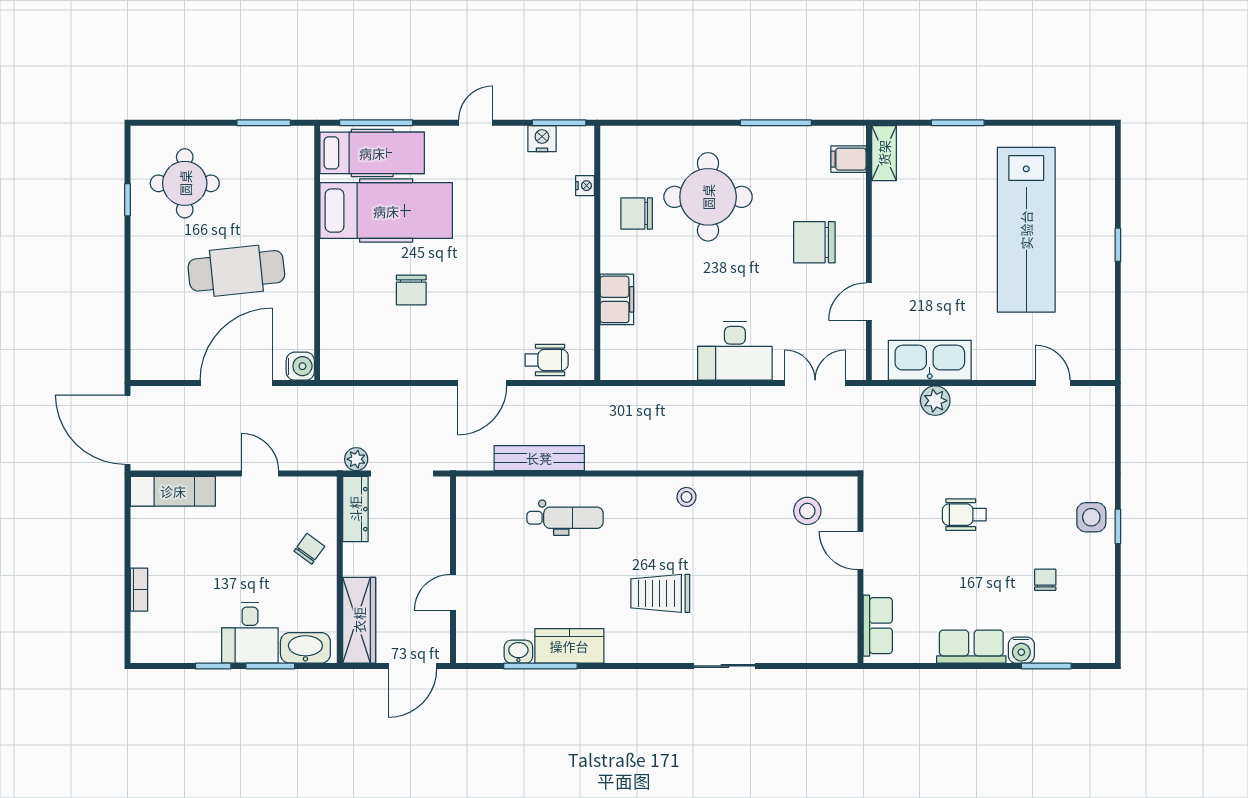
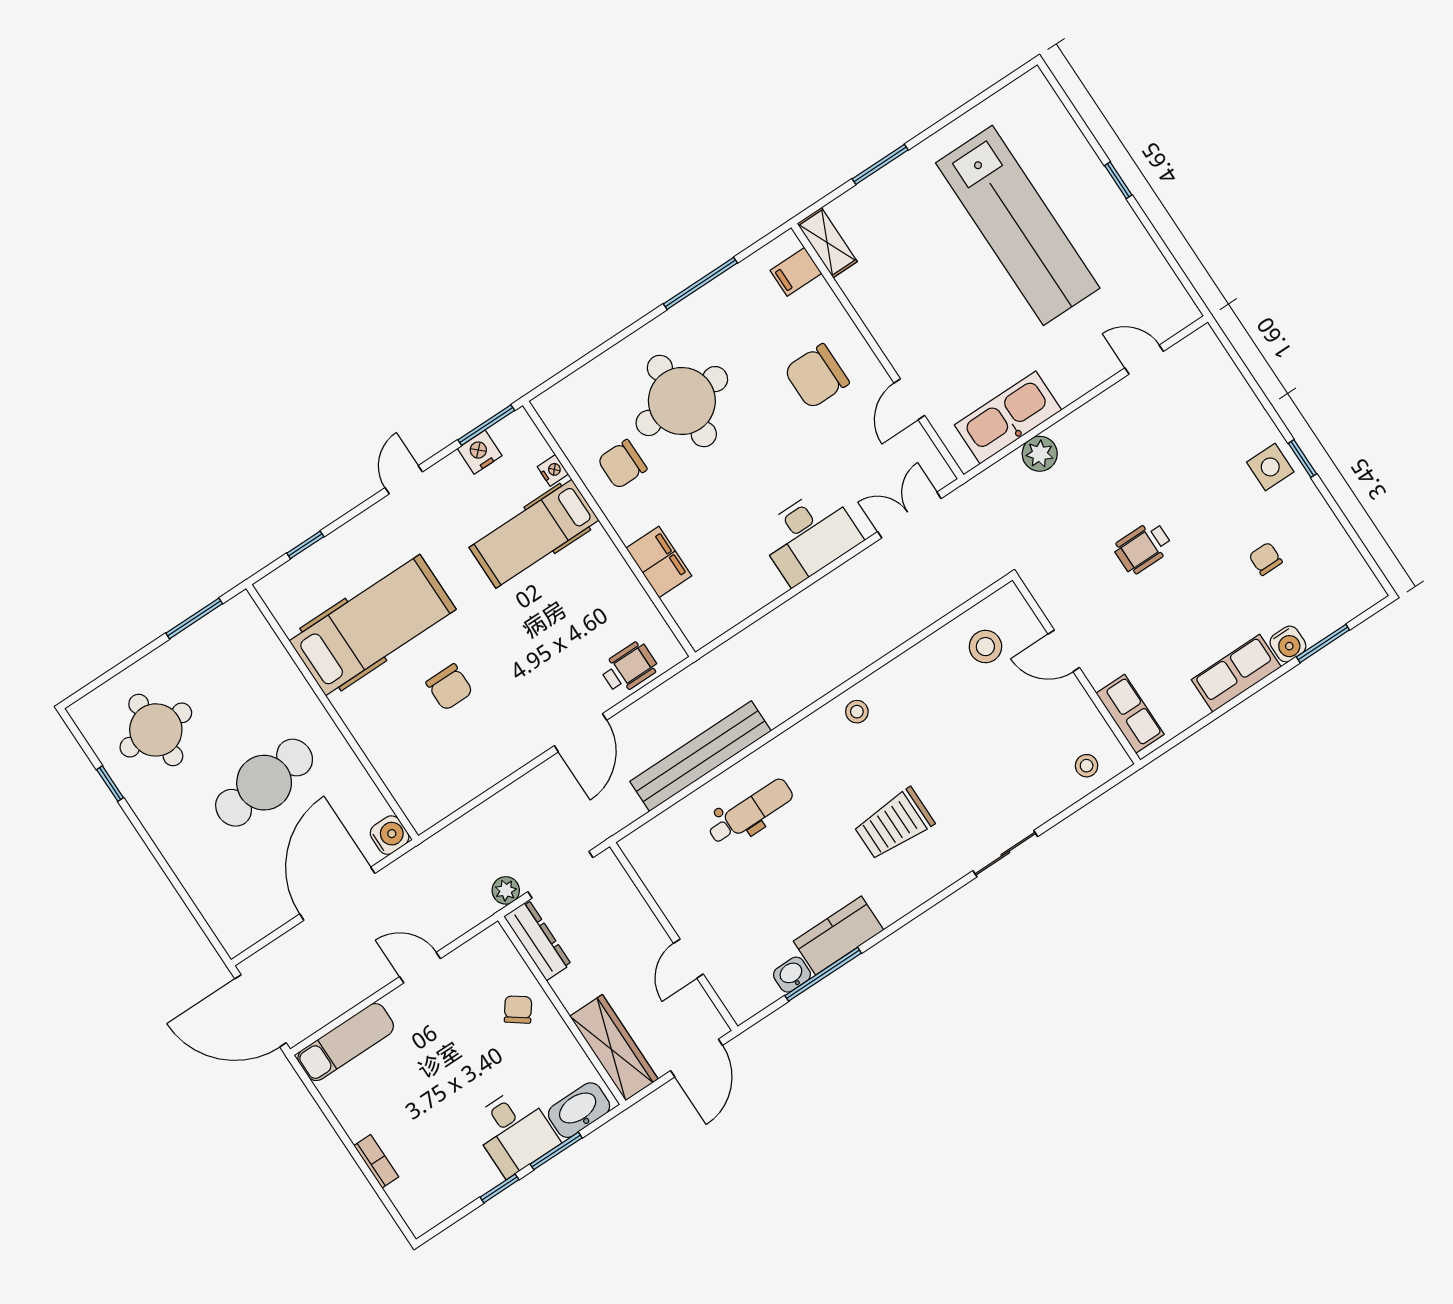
window: (376, 123) -> (305, 545), width x0.46
hospital bed: (372, 153) -> (534, 534), moved, turned 180
bench: (539, 458) -> (701, 756), width x1.37, depth x1.21
stool: (823, 642) -> (1087, 766), added

